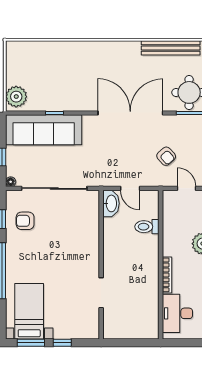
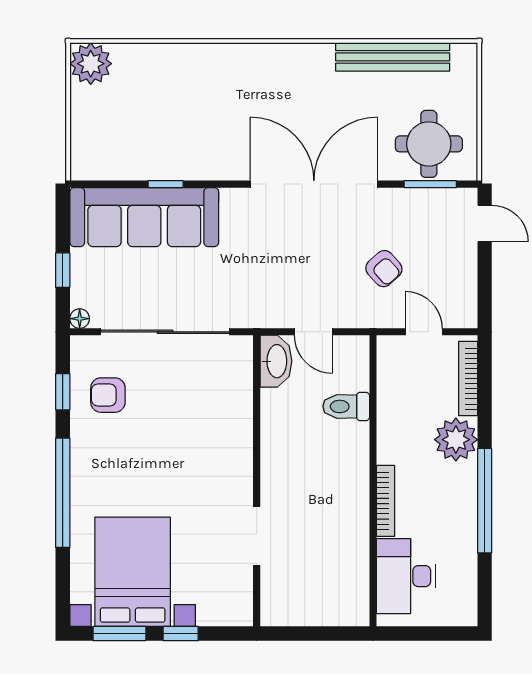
plant: (16, 97) -> (91, 64), moved
bed with nightstands: (29, 311) -> (133, 572), width x1.36

